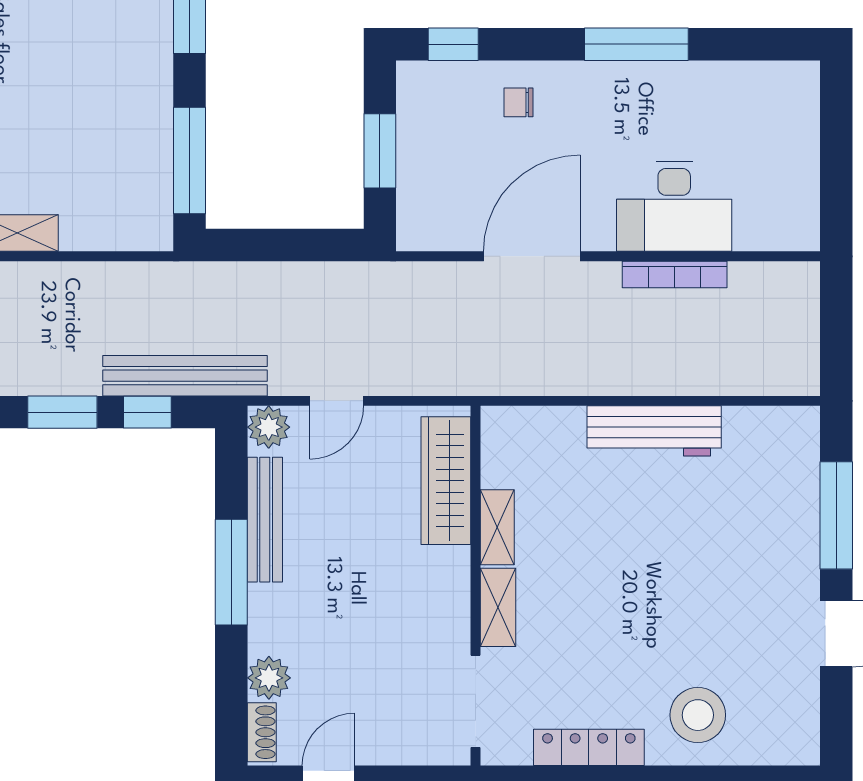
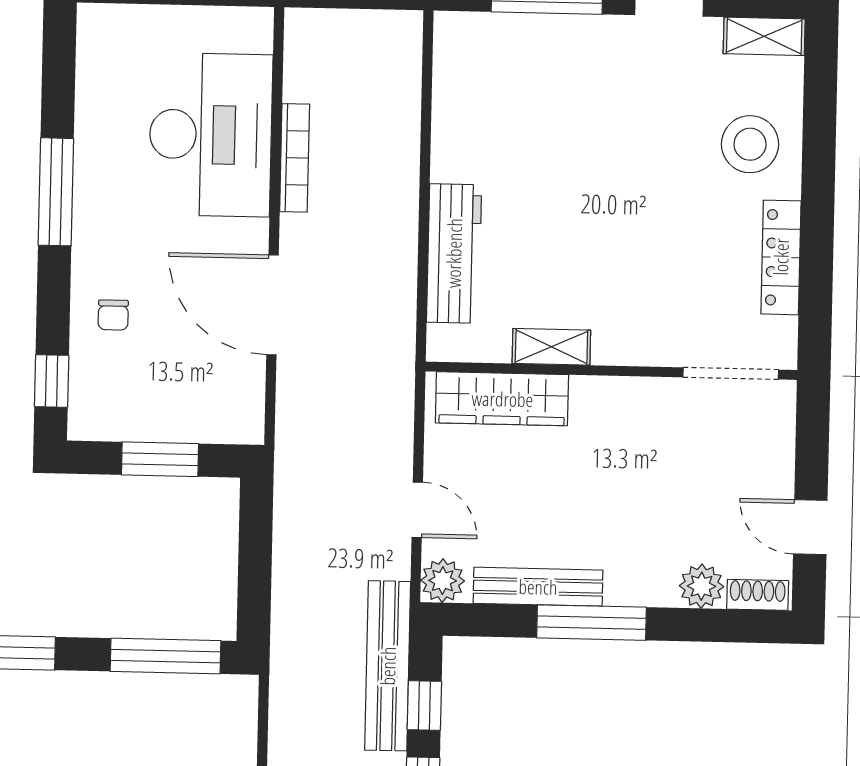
desk: (674, 206) -> (211, 135), width x1.36, depth x1.30
workbench: (654, 431) -> (454, 253), moved
shelving: (498, 607) -> (764, 36), moved

